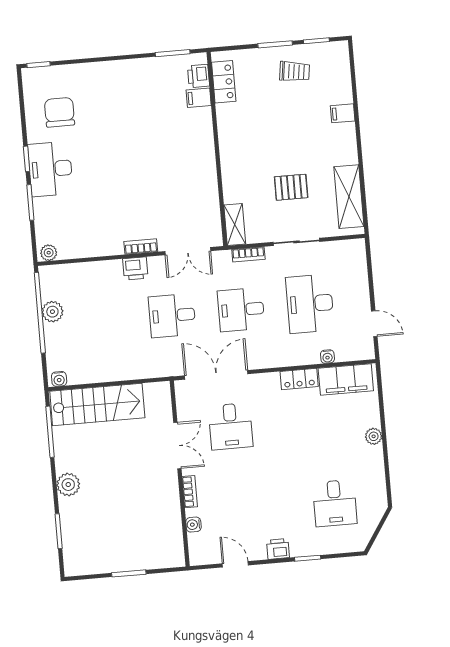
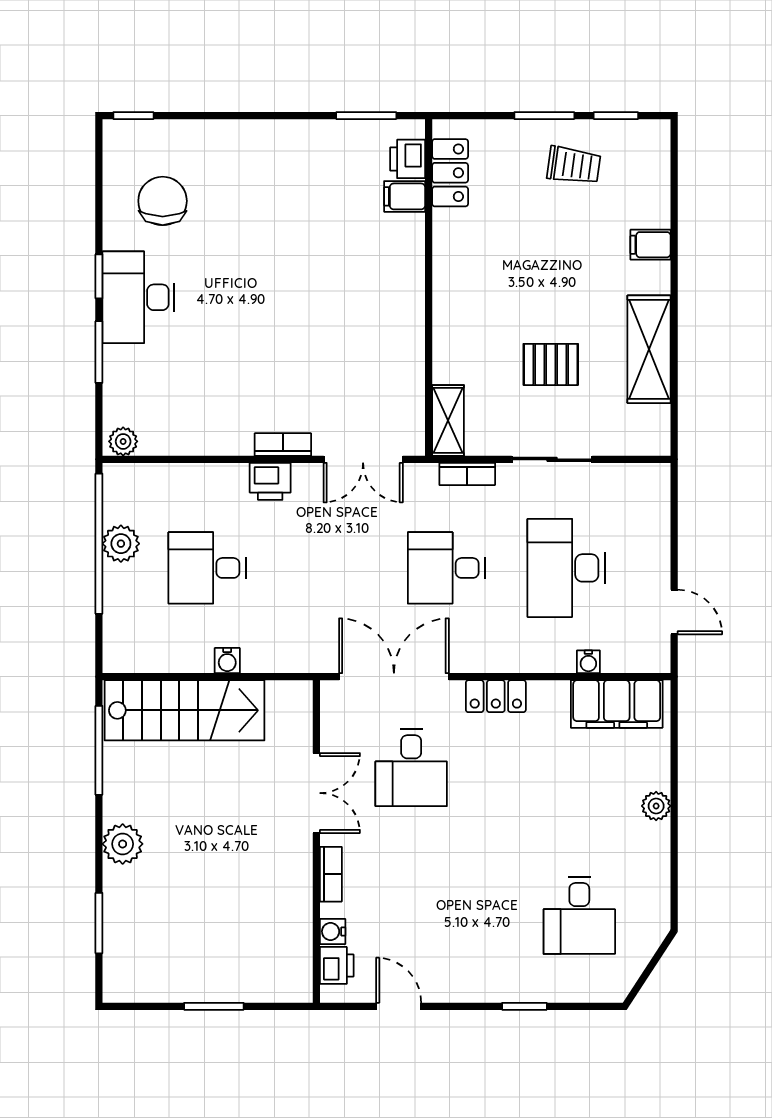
shelving: (349, 197) -> (649, 349), moved
desk: (172, 316) -> (207, 568), moved
water cooler: (59, 379) -> (227, 661), moved
locker: (299, 379) -> (496, 696), moved
printer: (278, 549) -> (337, 965), moved, turned 90

